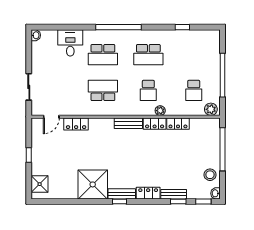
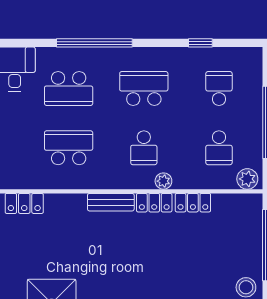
school desk: (148, 55) -> (144, 88), turned 180
school desk: (194, 55) -> (219, 88), added

